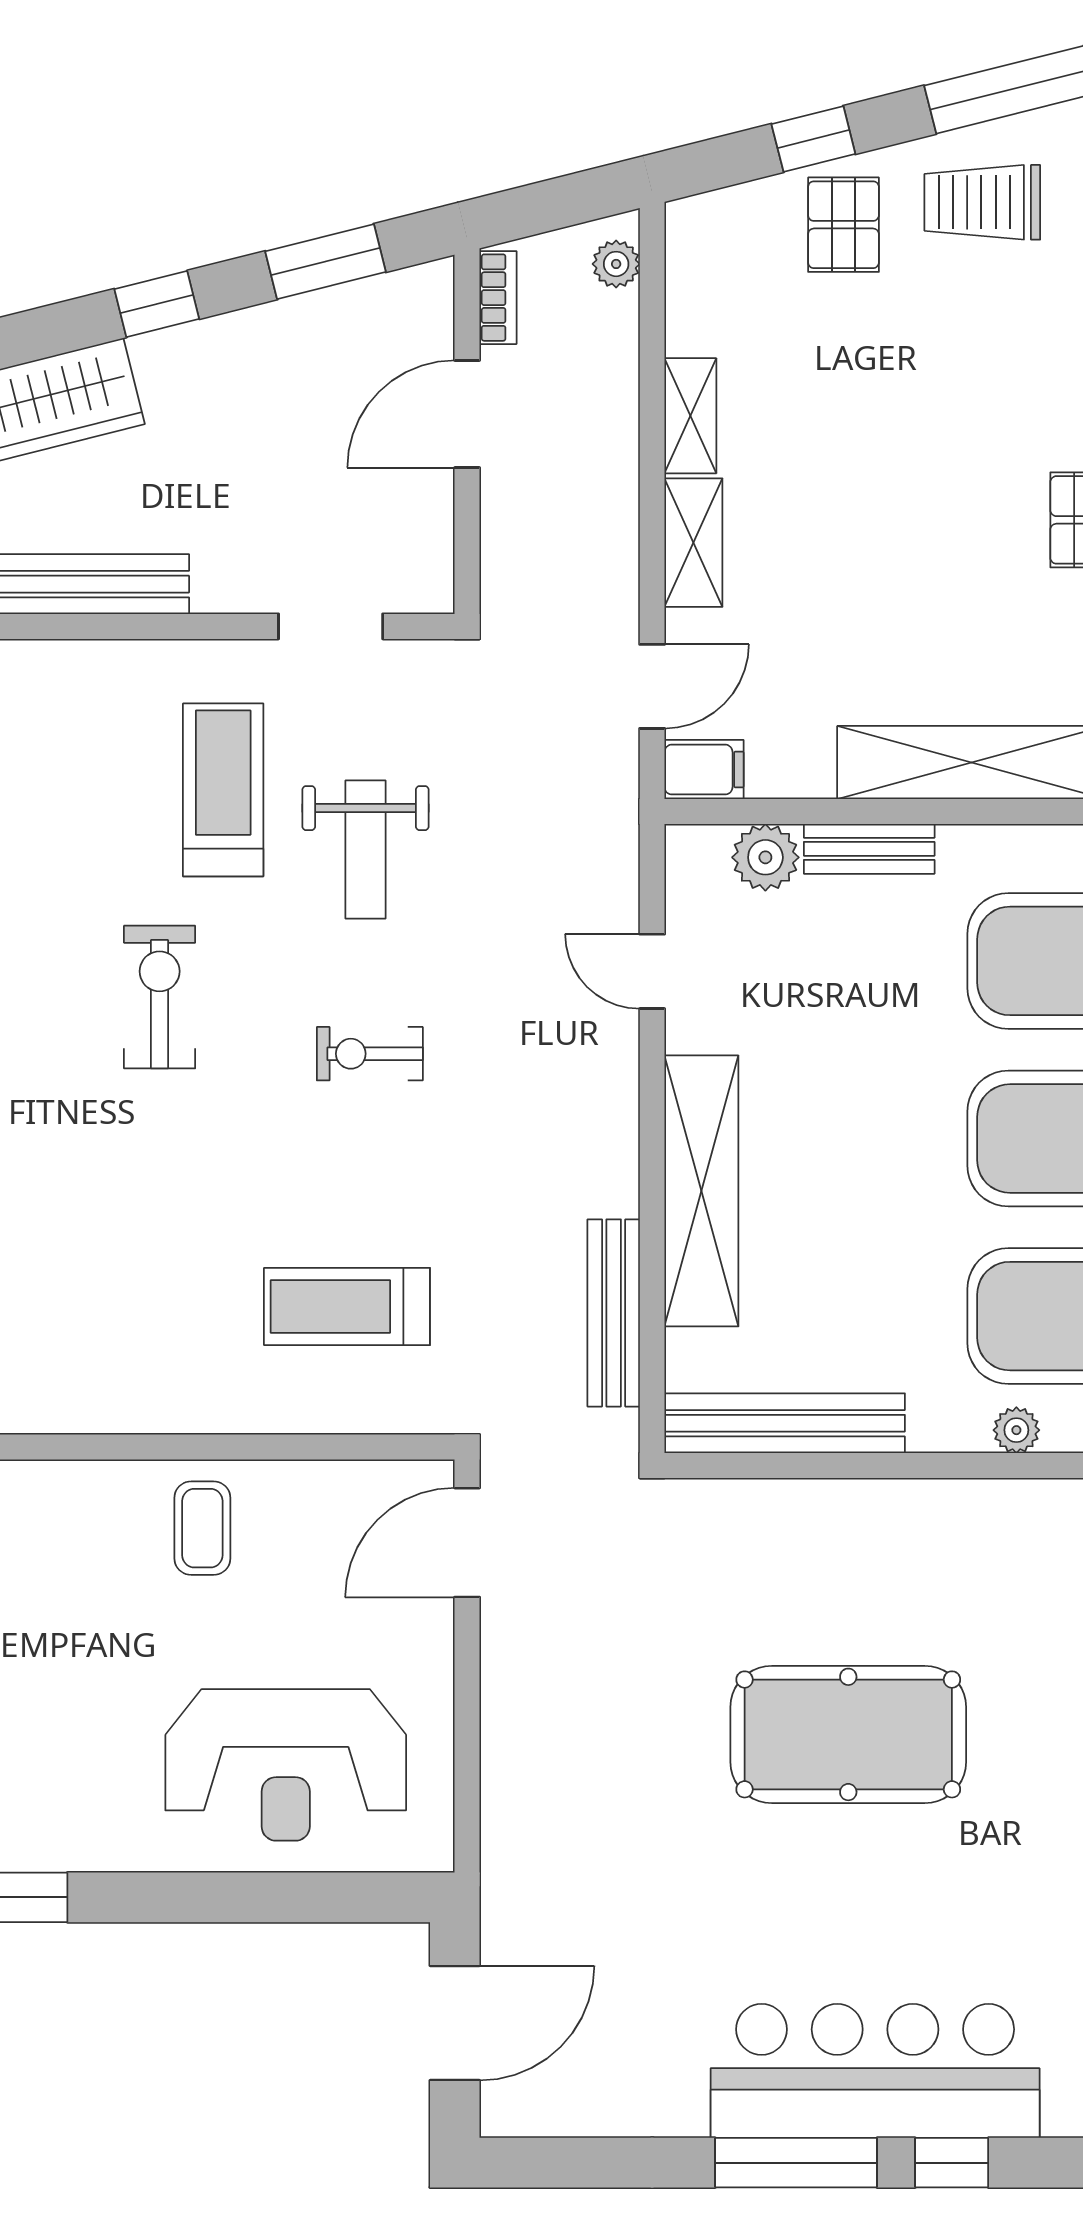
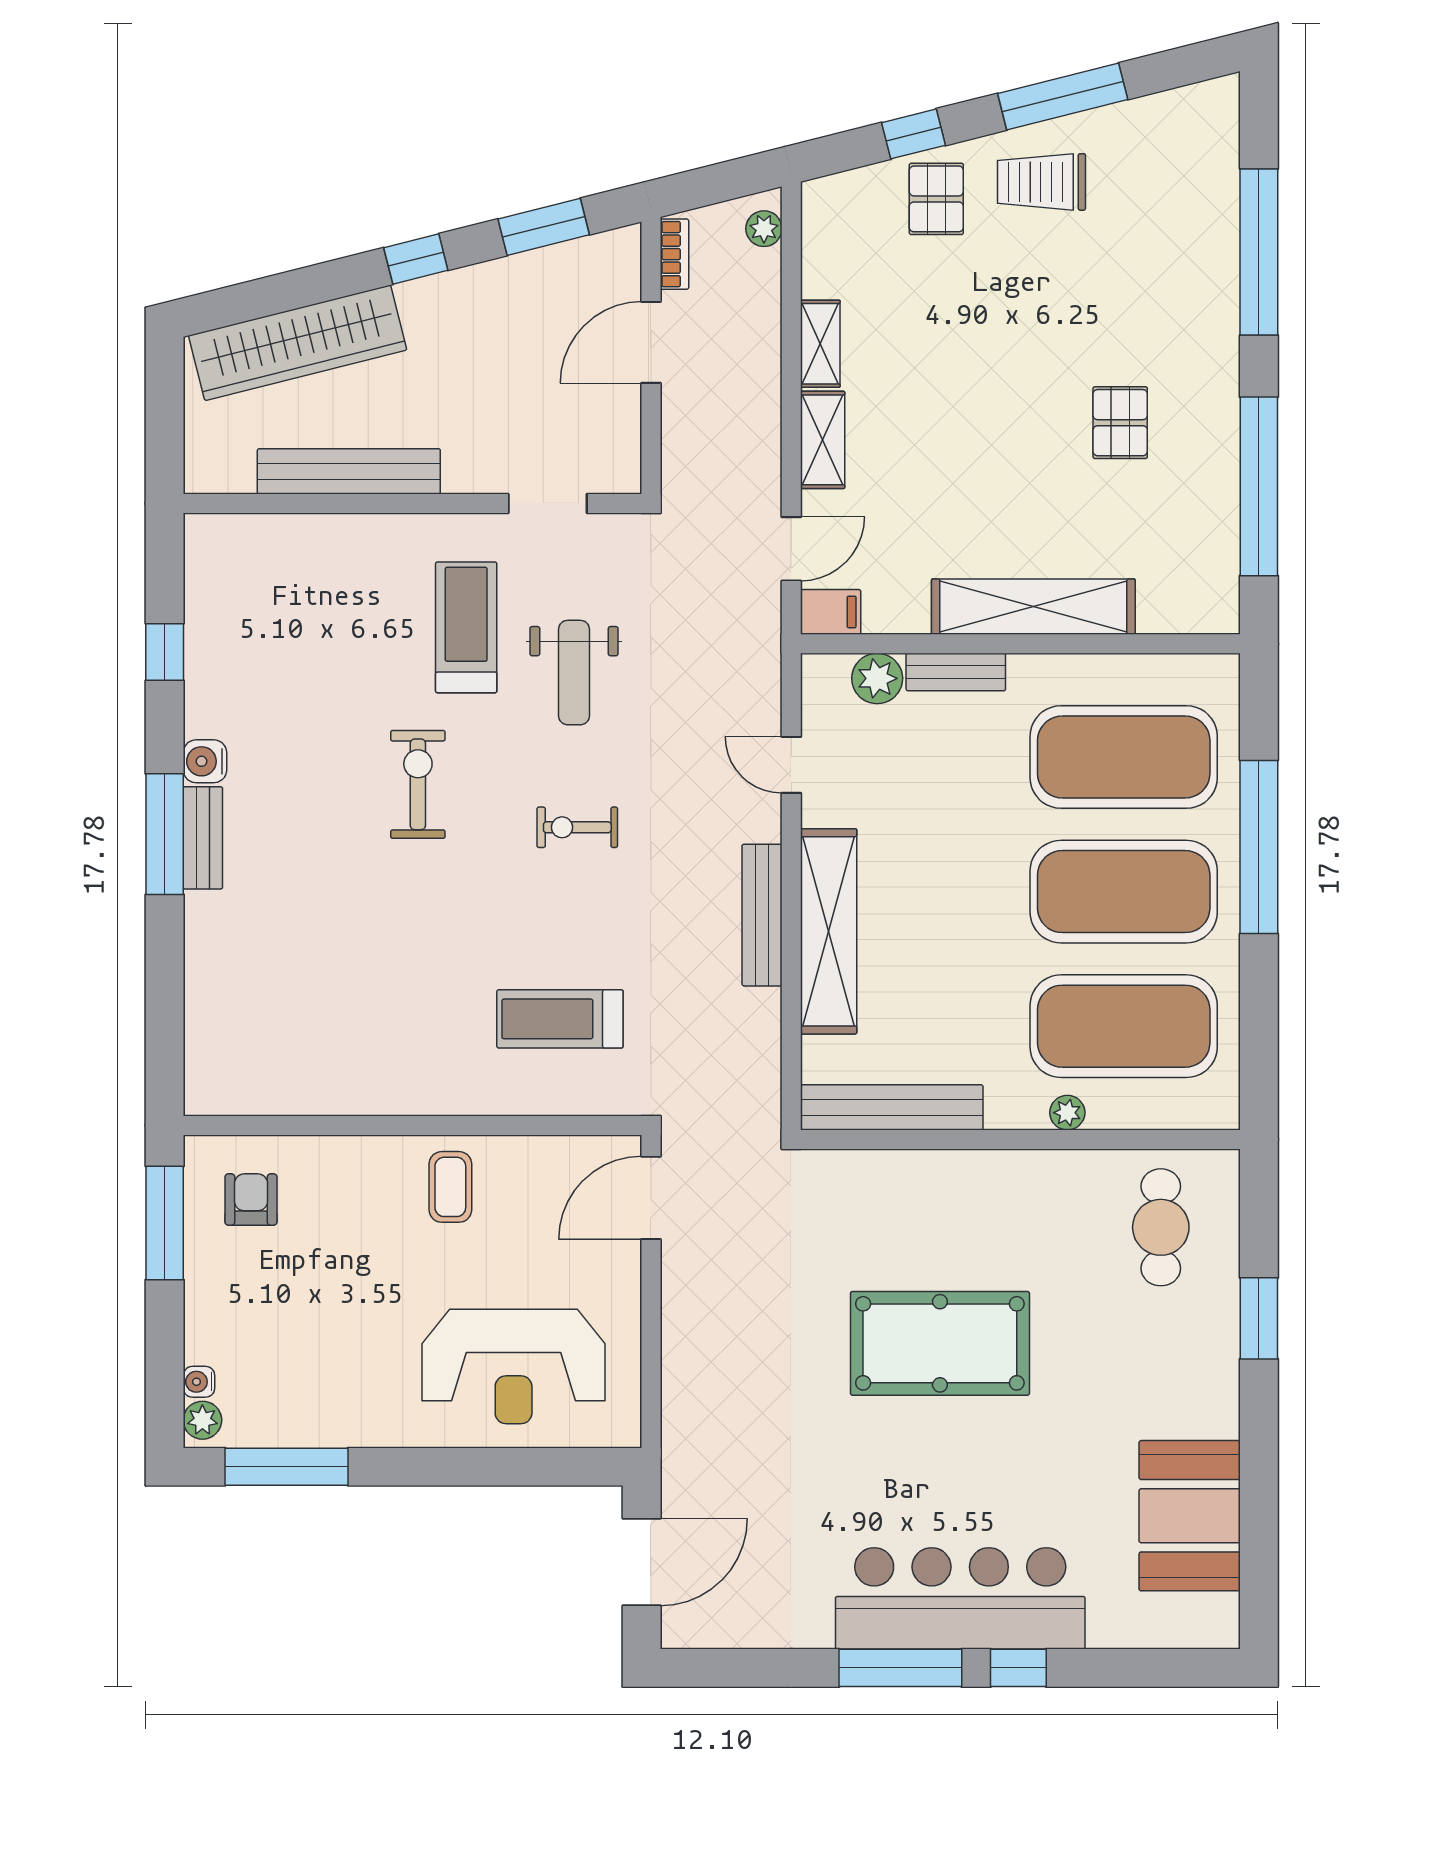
bench: (614, 1313) -> (762, 915), moved

